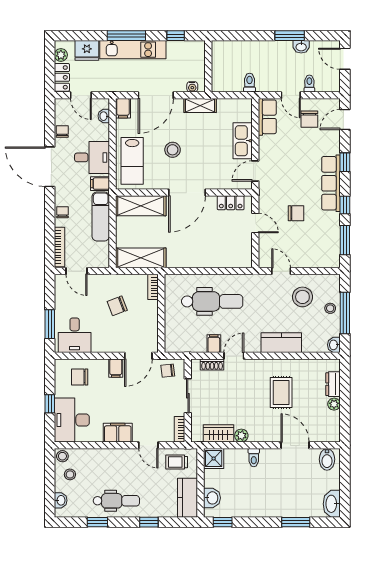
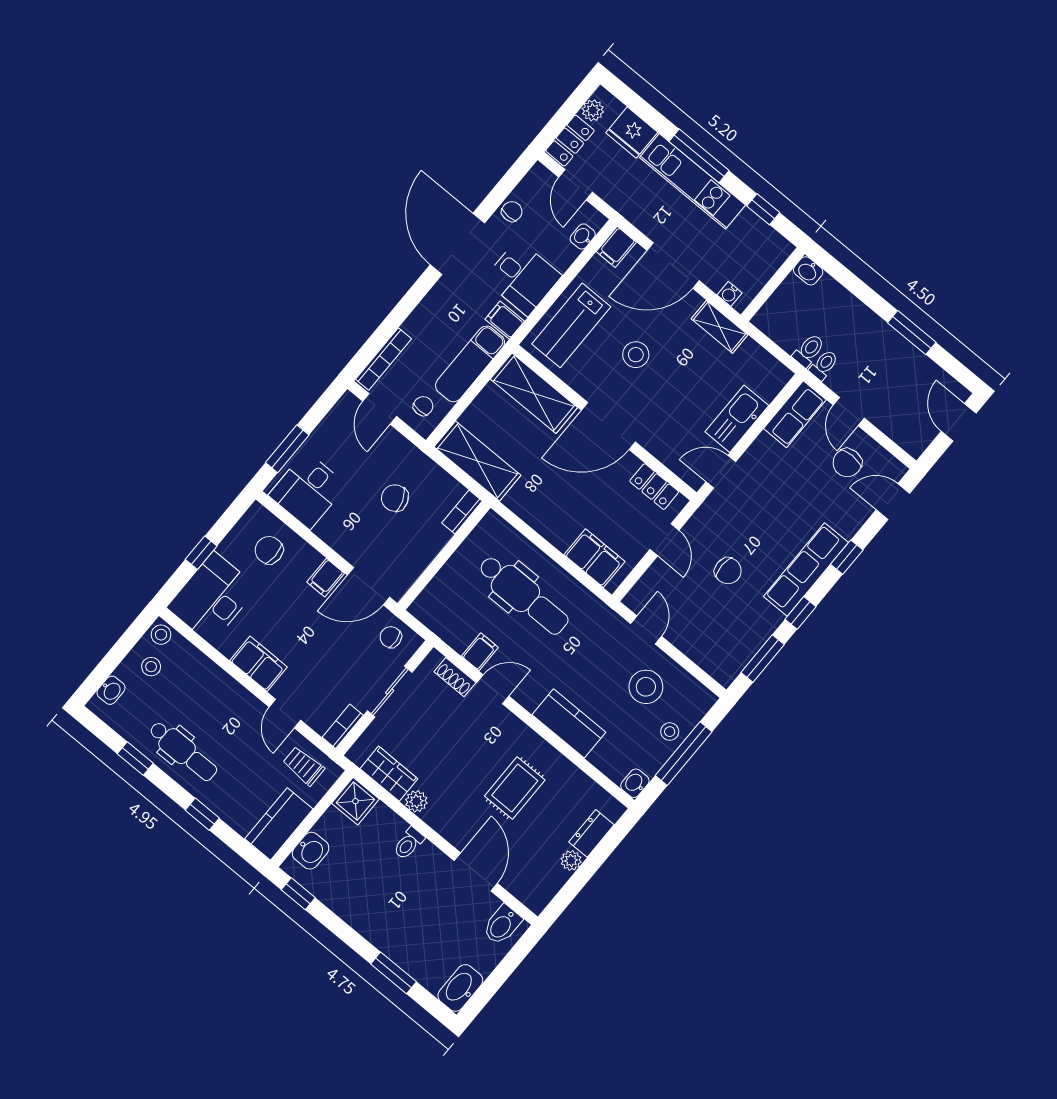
washbasin: (301, 47) -> (808, 271), moved
toilet: (309, 84) -> (824, 365), moved
chair: (63, 212) -> (423, 406), moved
filing cabinet: (231, 258) -> (594, 558), added

